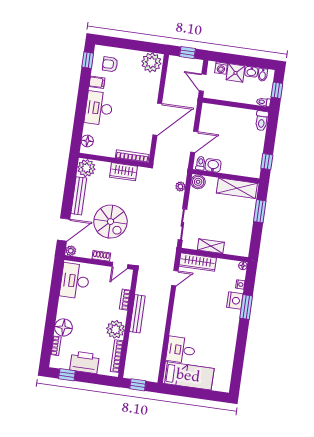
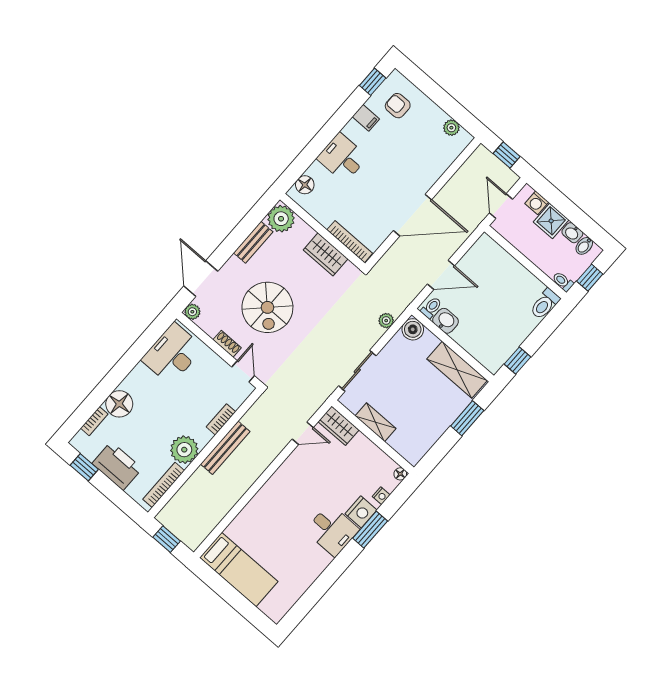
plant: (151, 62) -> (451, 128), width x0.53, depth x0.53
desk: (99, 108) -> (342, 158), width x0.73
bench: (79, 196) -> (253, 242), width x0.73
door: (64, 230) -> (201, 279), swing flipped
wardrobe: (198, 262) -> (339, 426), width x0.67
door: (120, 265) -> (243, 371), swing flipped
desk: (181, 350) -> (332, 530), moved, turned 180

